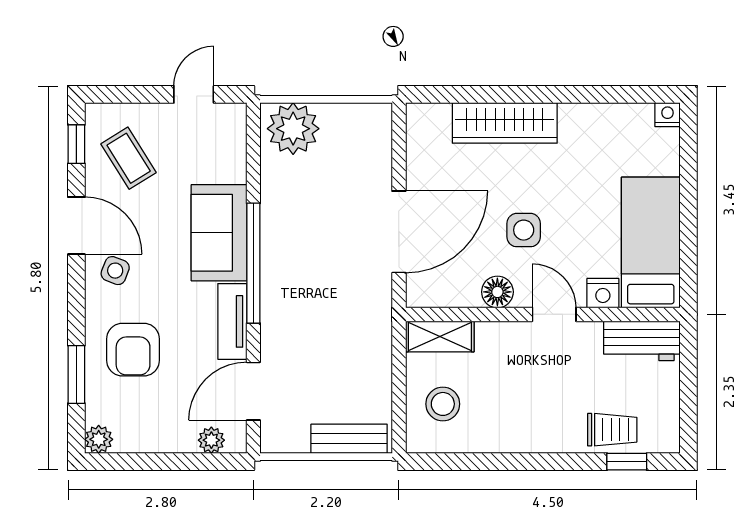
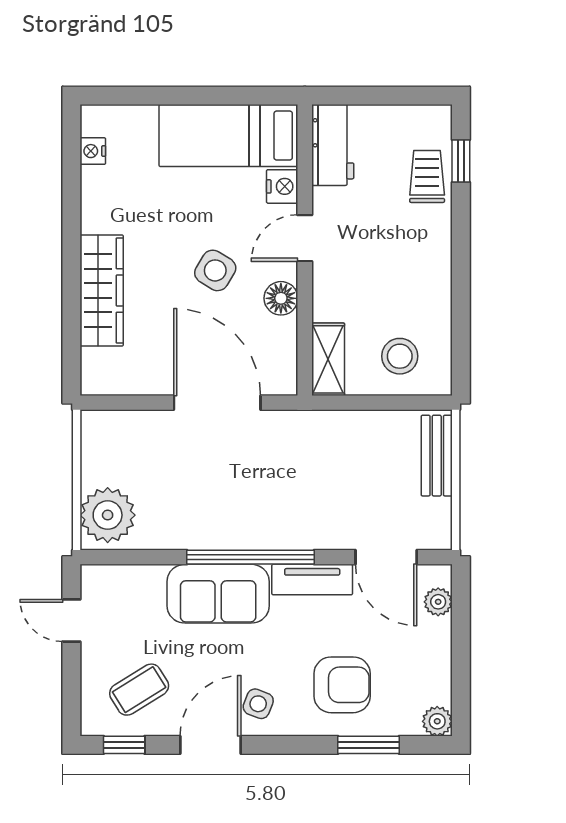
nightstand: (668, 115) -> (93, 151), moved
side table: (524, 230) -> (215, 270), turned 31

